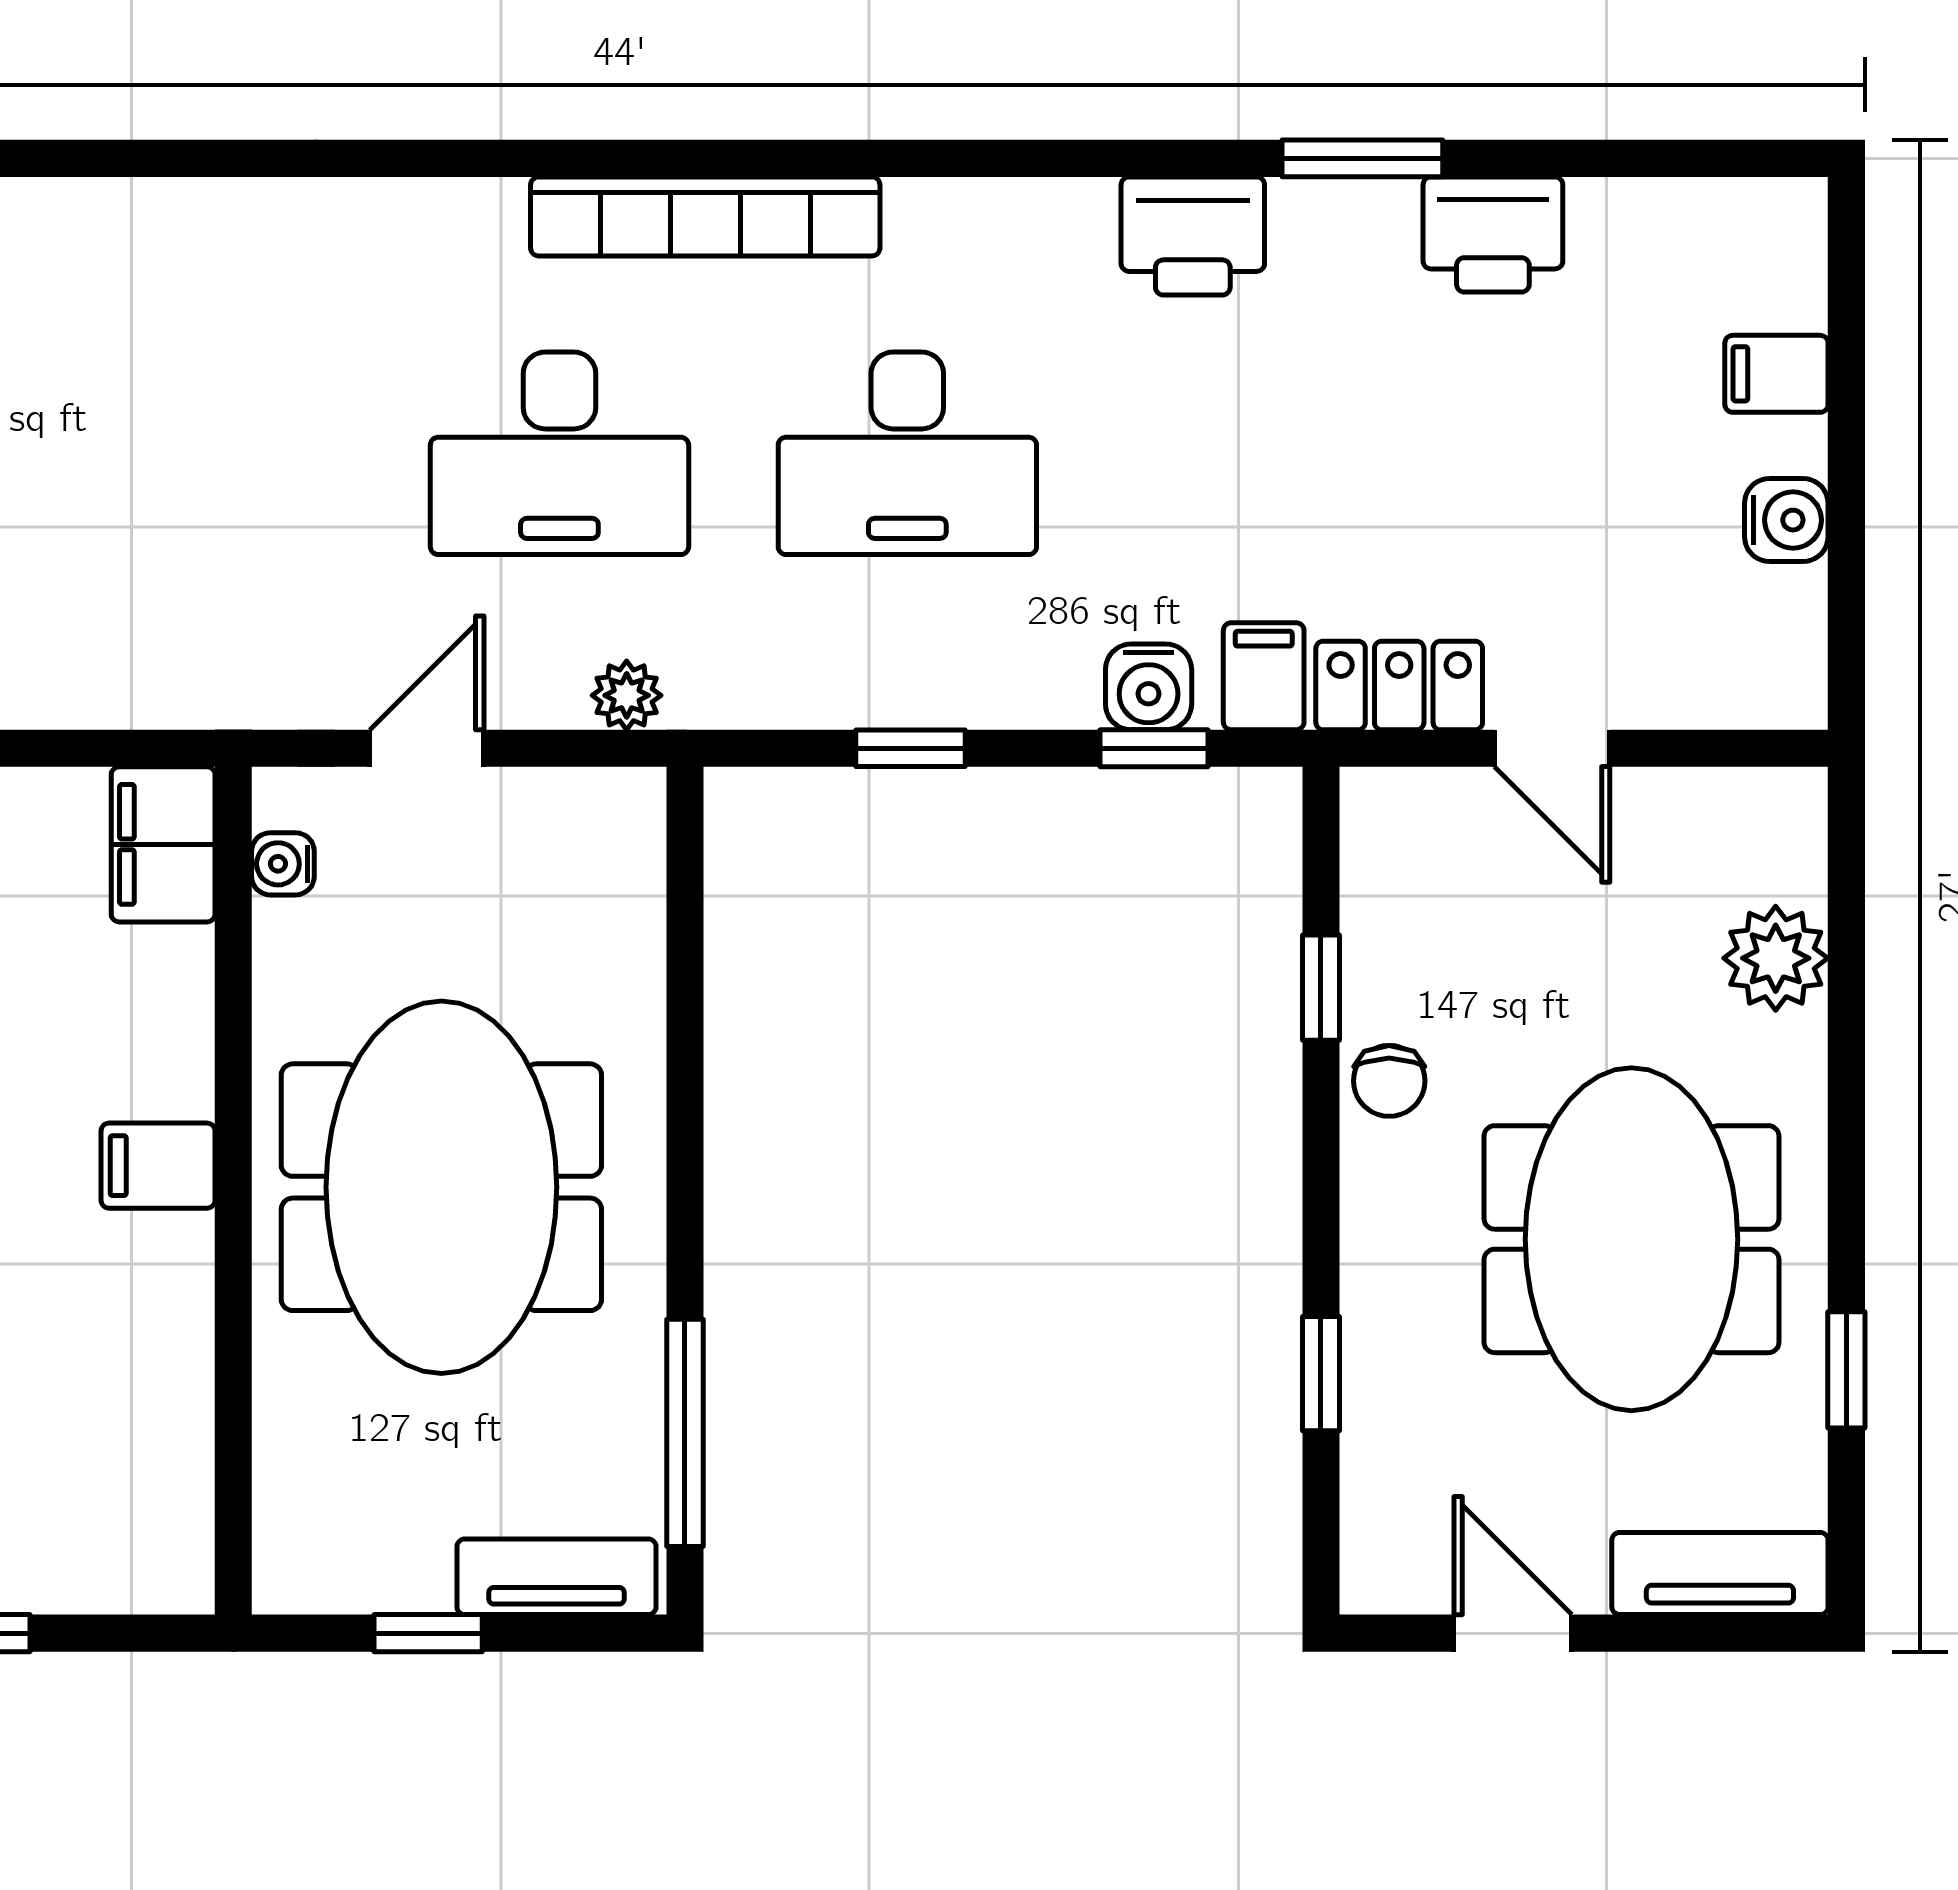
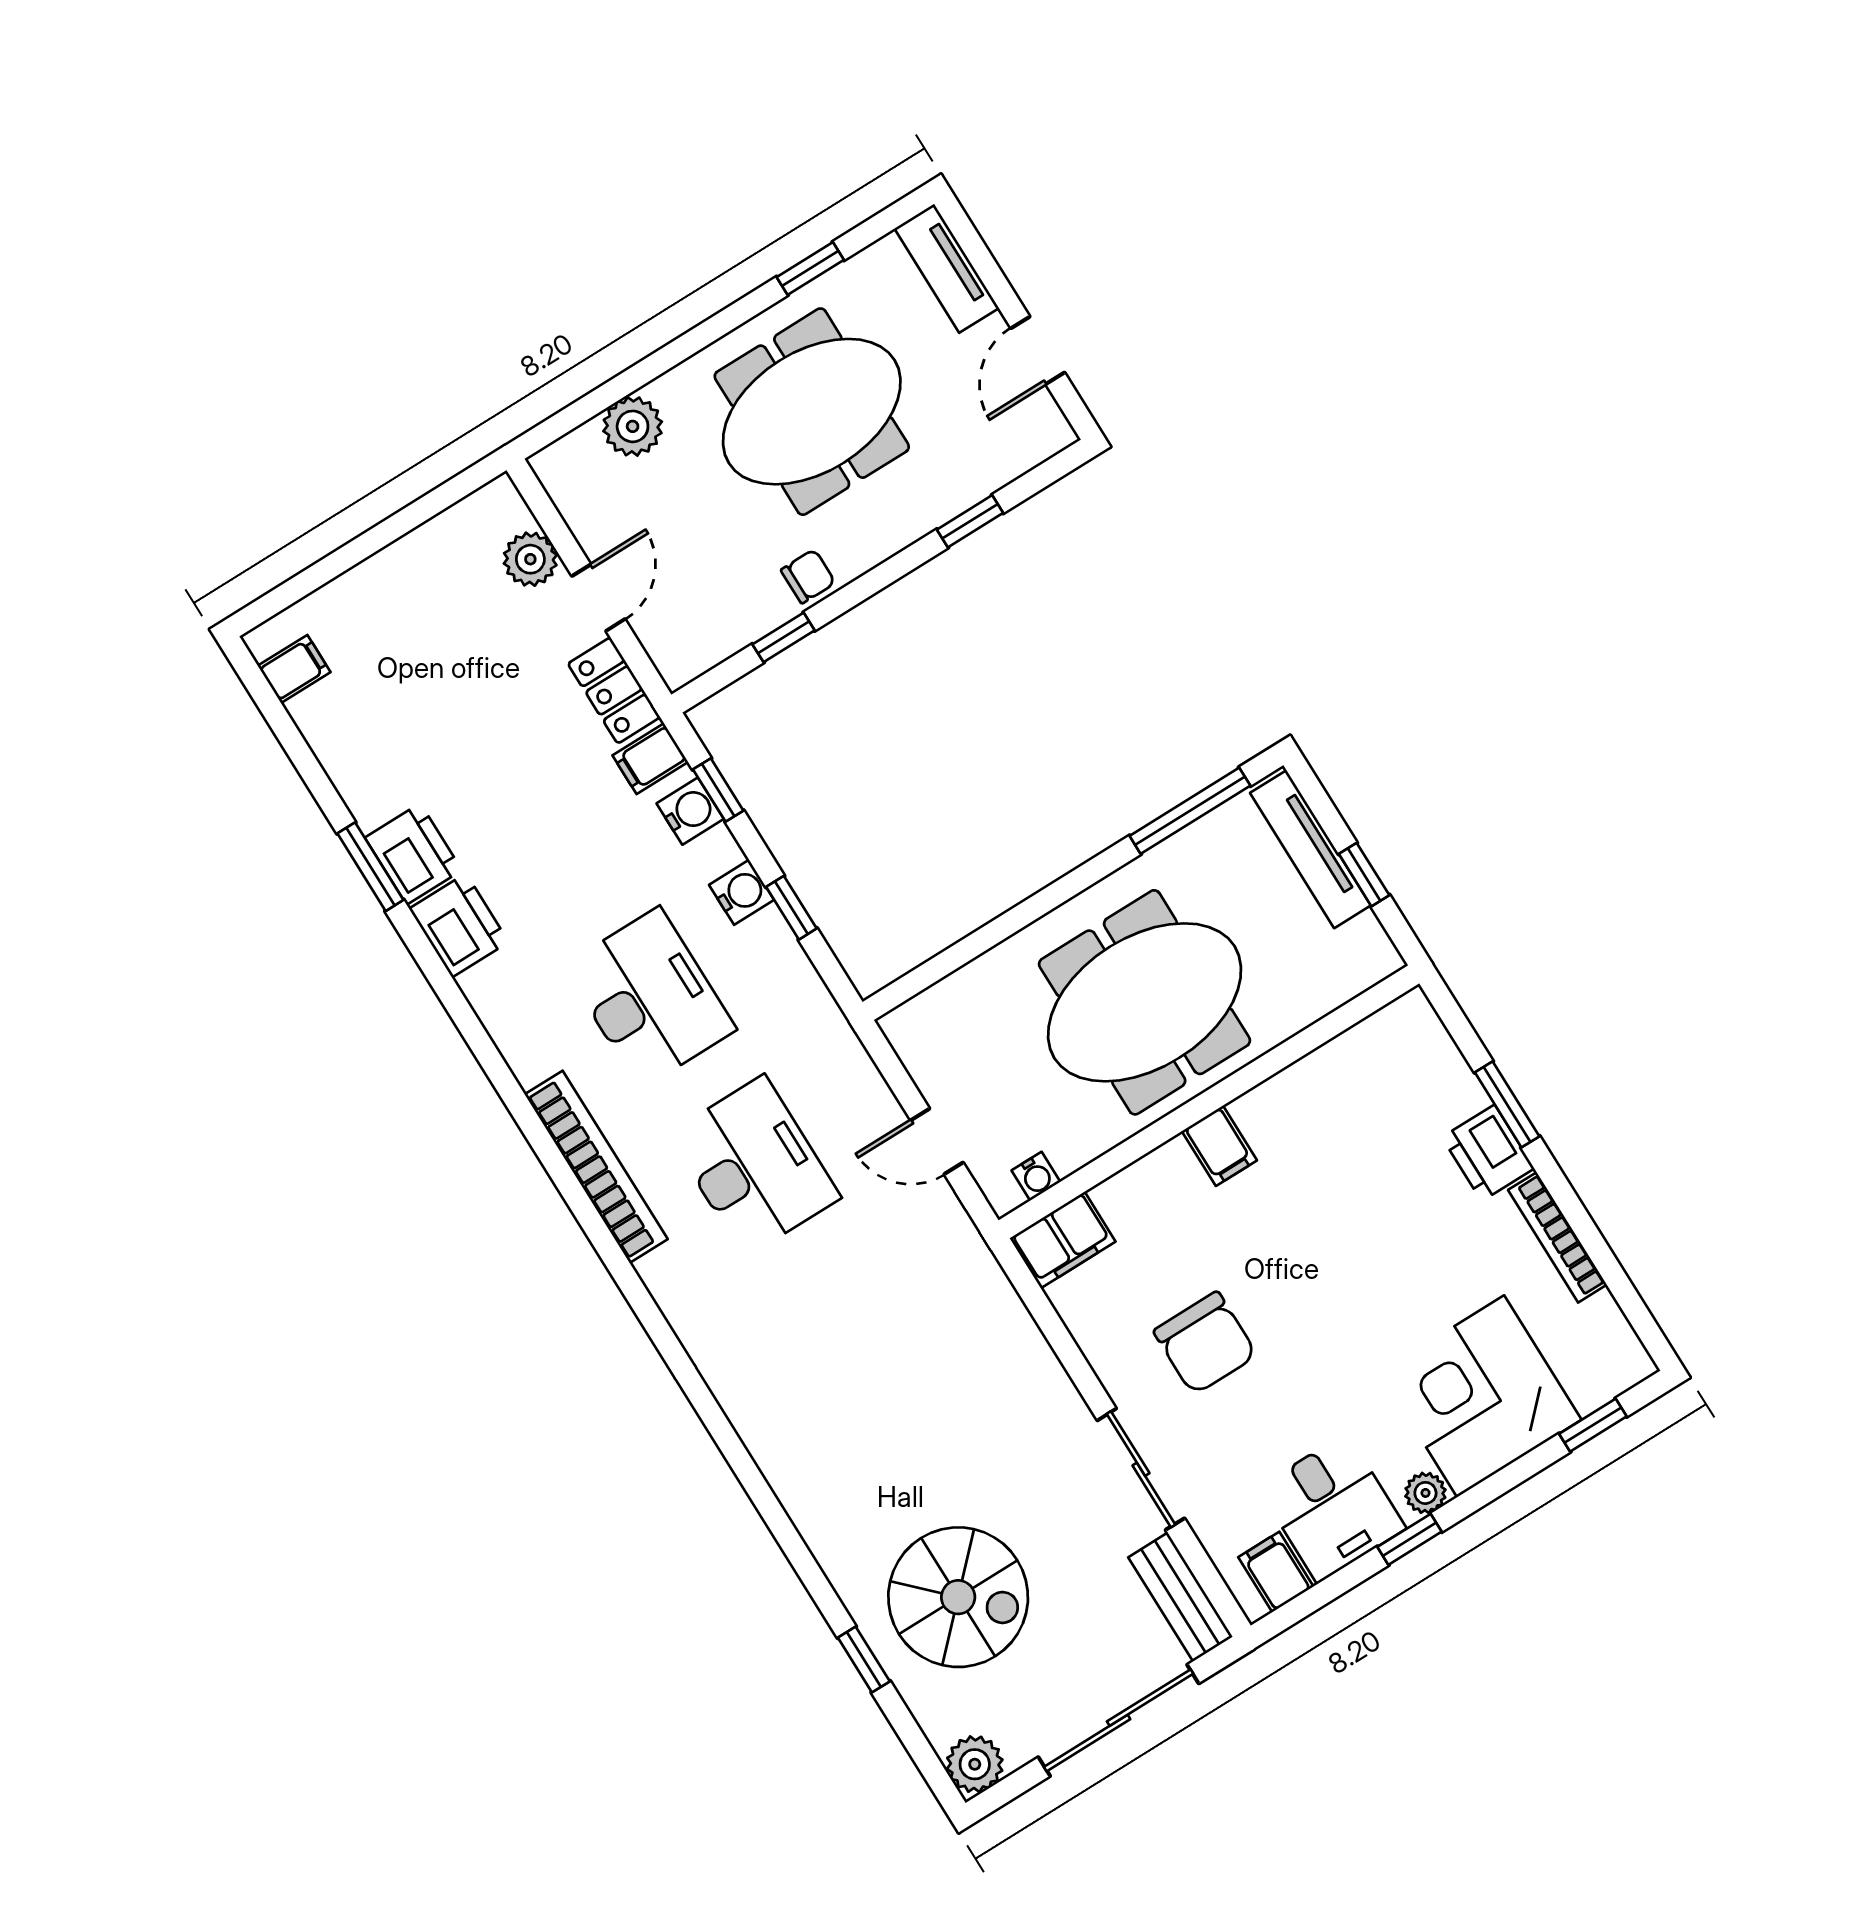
printer: (1493, 234) -> (413, 854), moved
filing cabinet: (1776, 374) -> (294, 669), moved, turned -90
water cooler: (1786, 520) -> (742, 892), moved, turned 90
plant: (627, 695) -> (530, 559), moved, width x1.38, depth x1.38
tv unit: (556, 1577) -> (1310, 849), width x1.41

